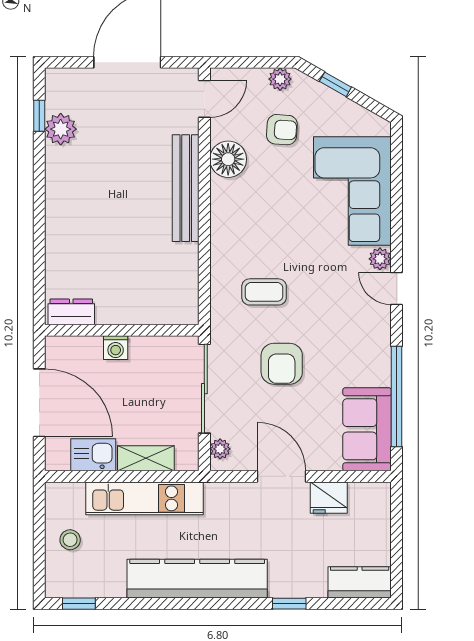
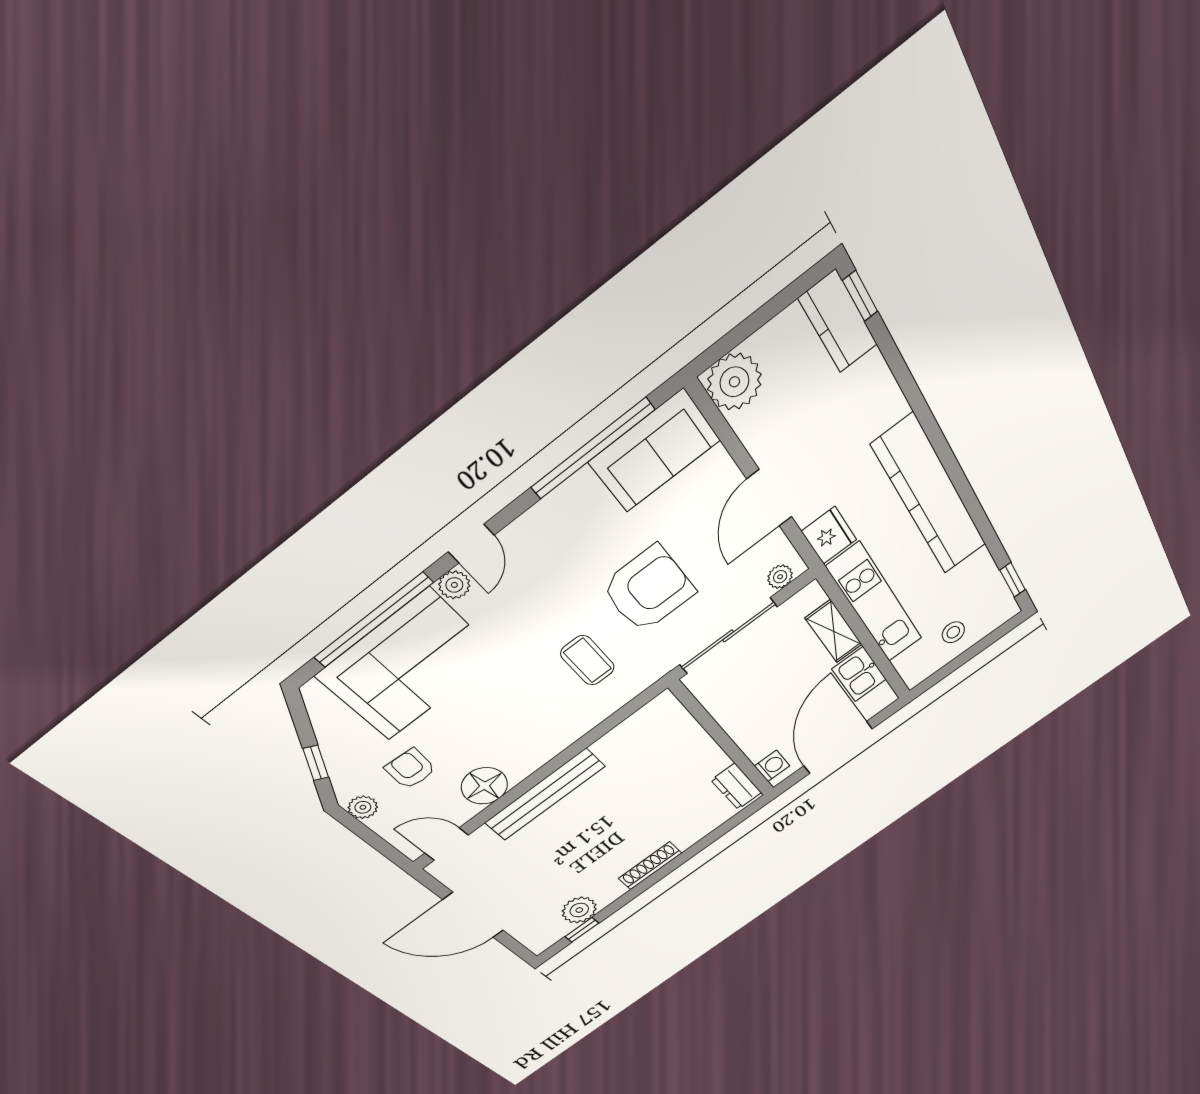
window: (397, 199) -> (373, 620), added
shoe rack: (55, 205) -> (650, 866), added
washing machine: (116, 348) -> (772, 766), moved
armchair: (282, 364) -> (649, 589), width x1.36, depth x1.36
fridge: (329, 498) -> (829, 535), moved
plant: (371, 502) -> (734, 382), added
window: (289, 604) -> (860, 296), moved

